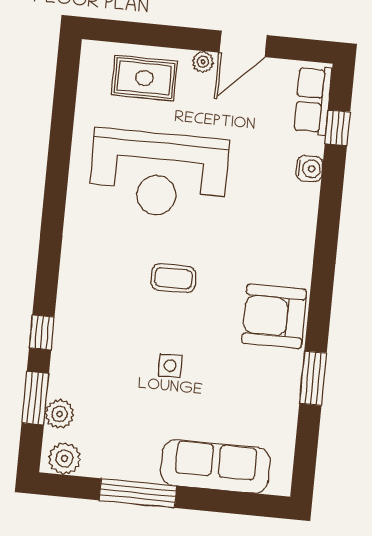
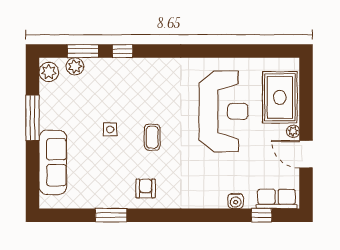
rug: (144, 78) -> (280, 97), width x1.36, depth x1.43
reception desk: (159, 174) -> (224, 111), turned 180
coffee table: (173, 278) -> (152, 137), moved
armchair: (274, 316) -> (146, 188), width x0.53, depth x0.53

